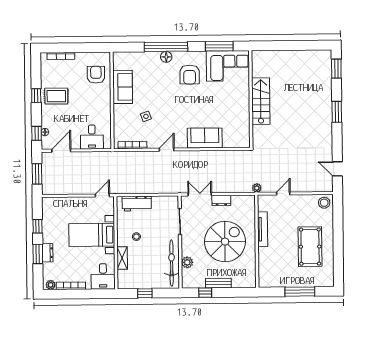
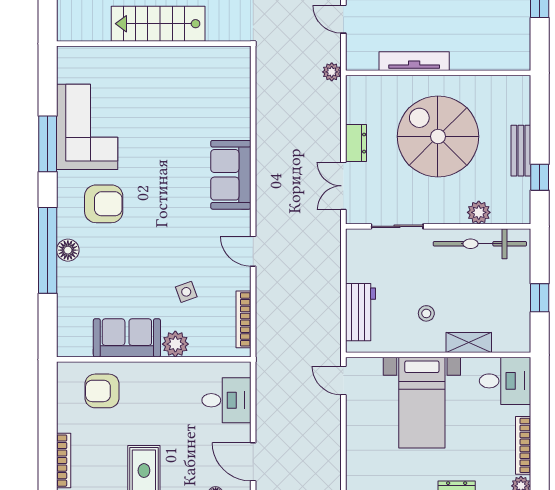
wall: (251, 99) -> (154, 44), moved
stairs: (261, 101) -> (158, 24), moved
plant: (120, 111) -> (175, 344), added

